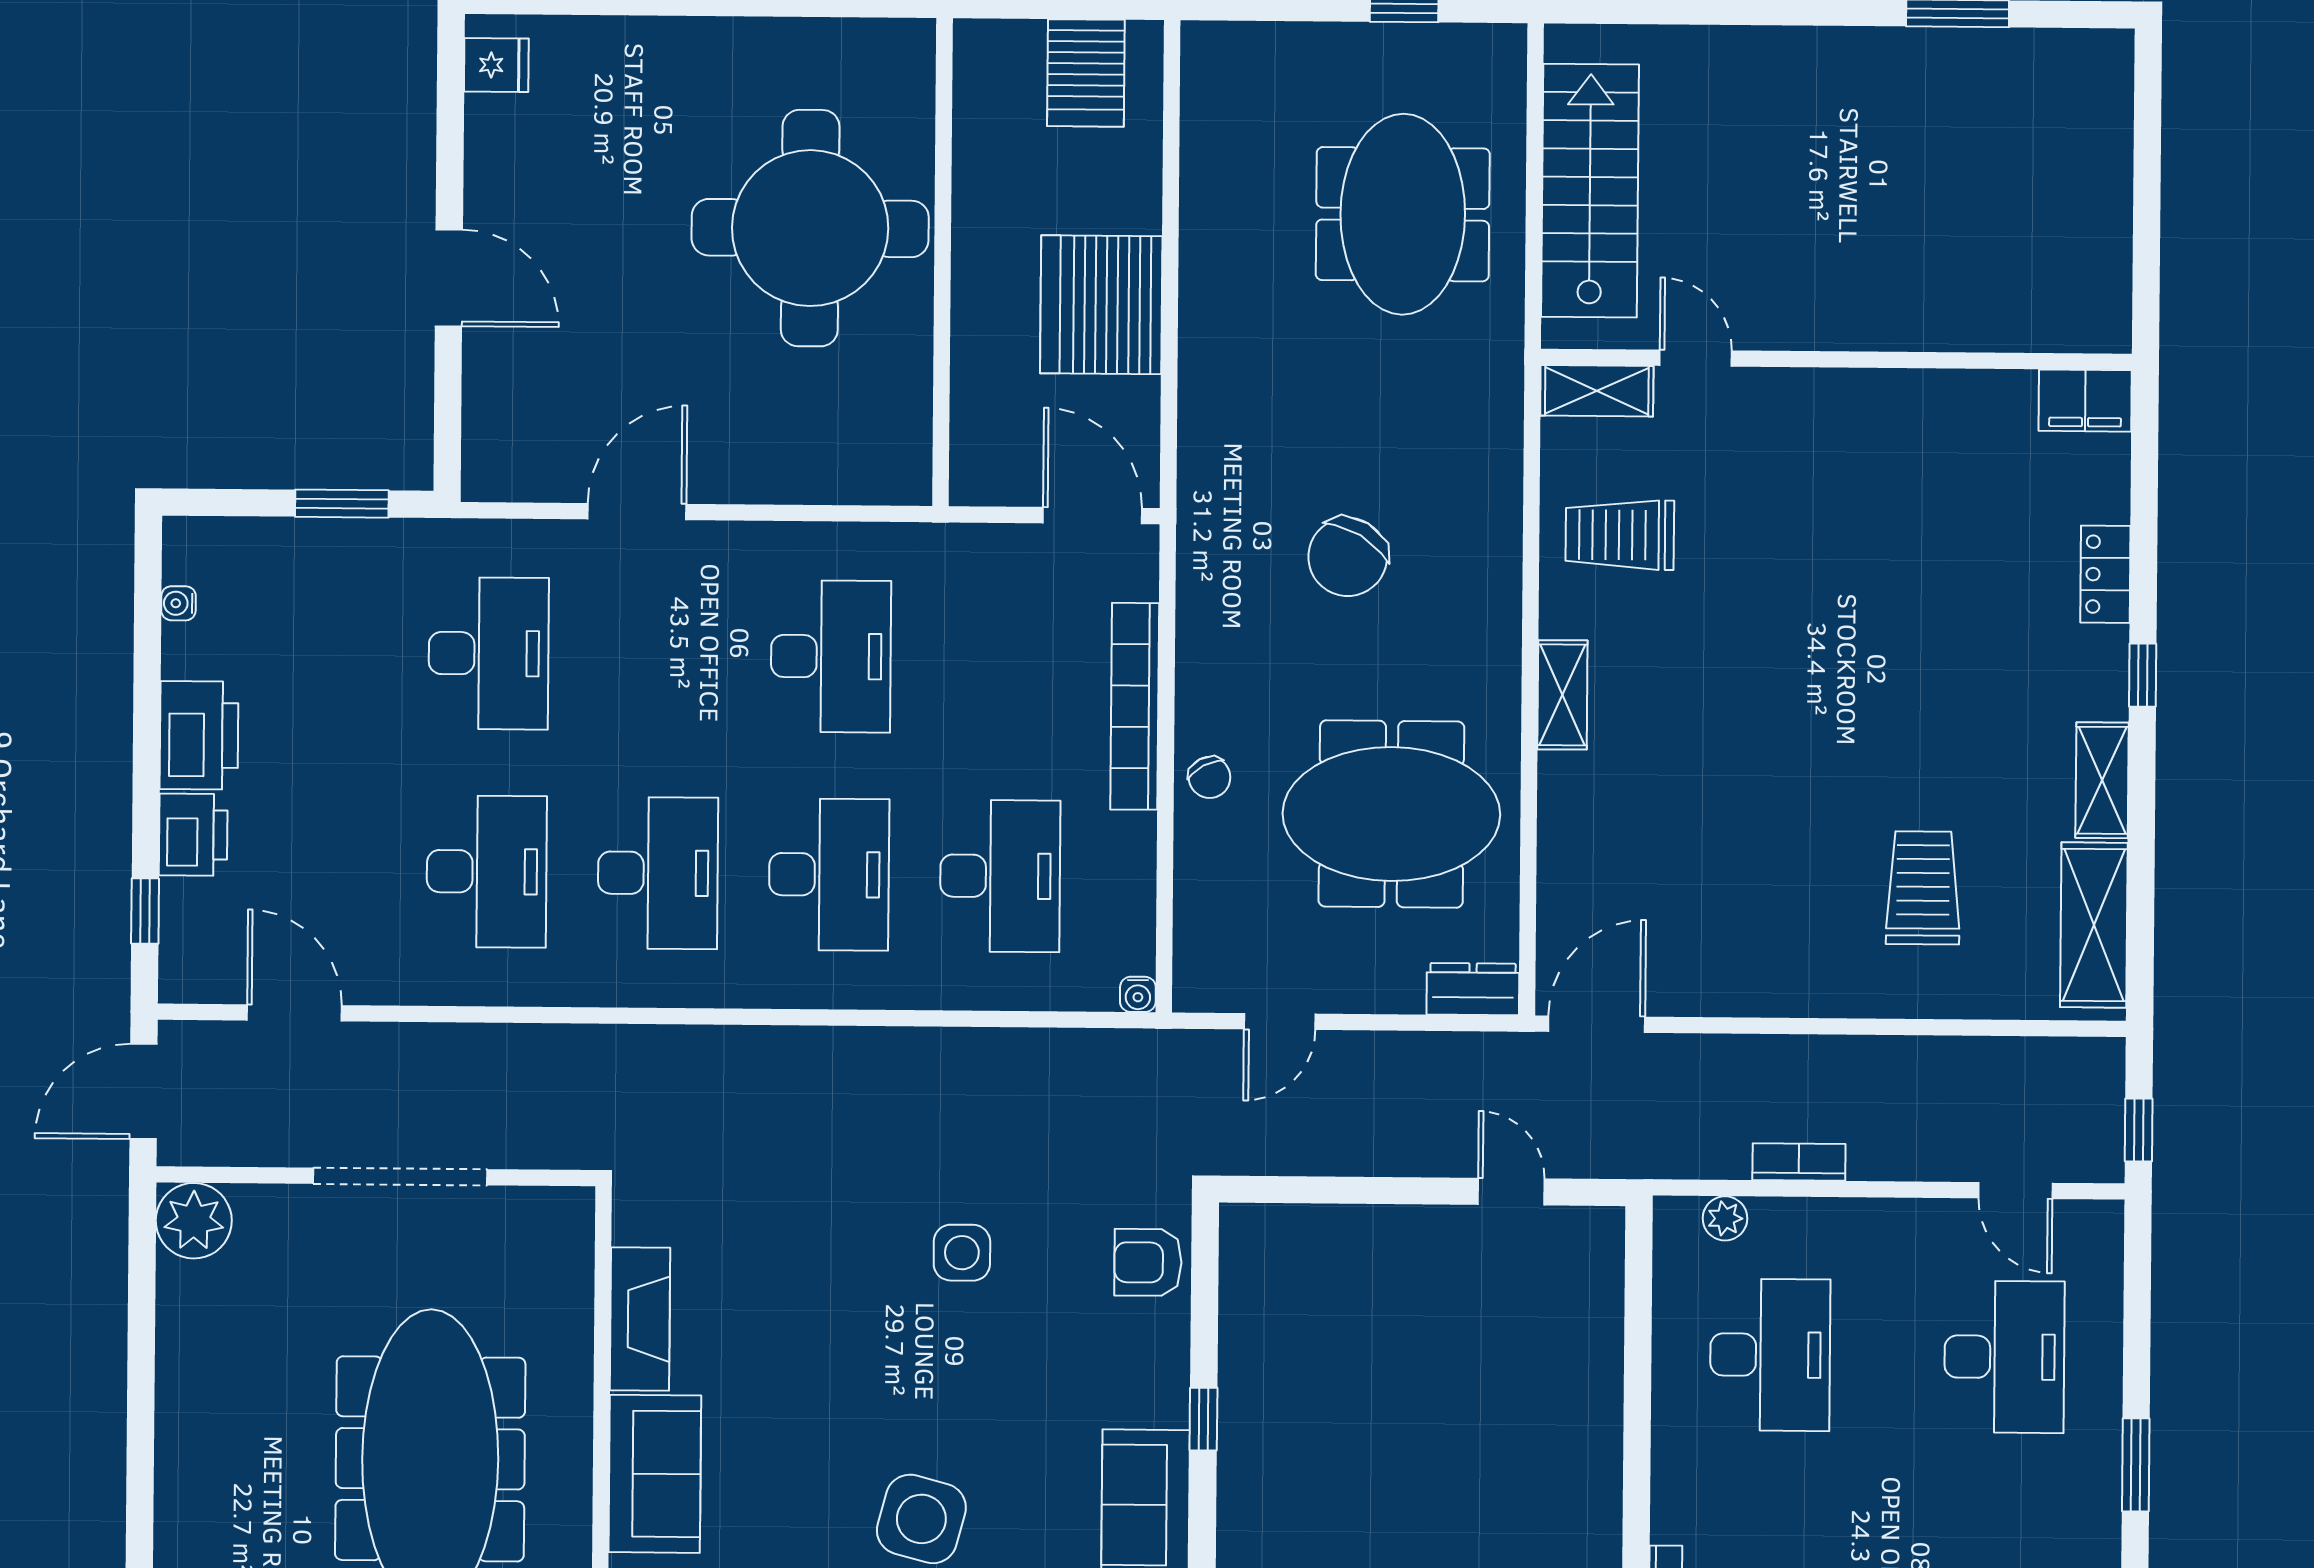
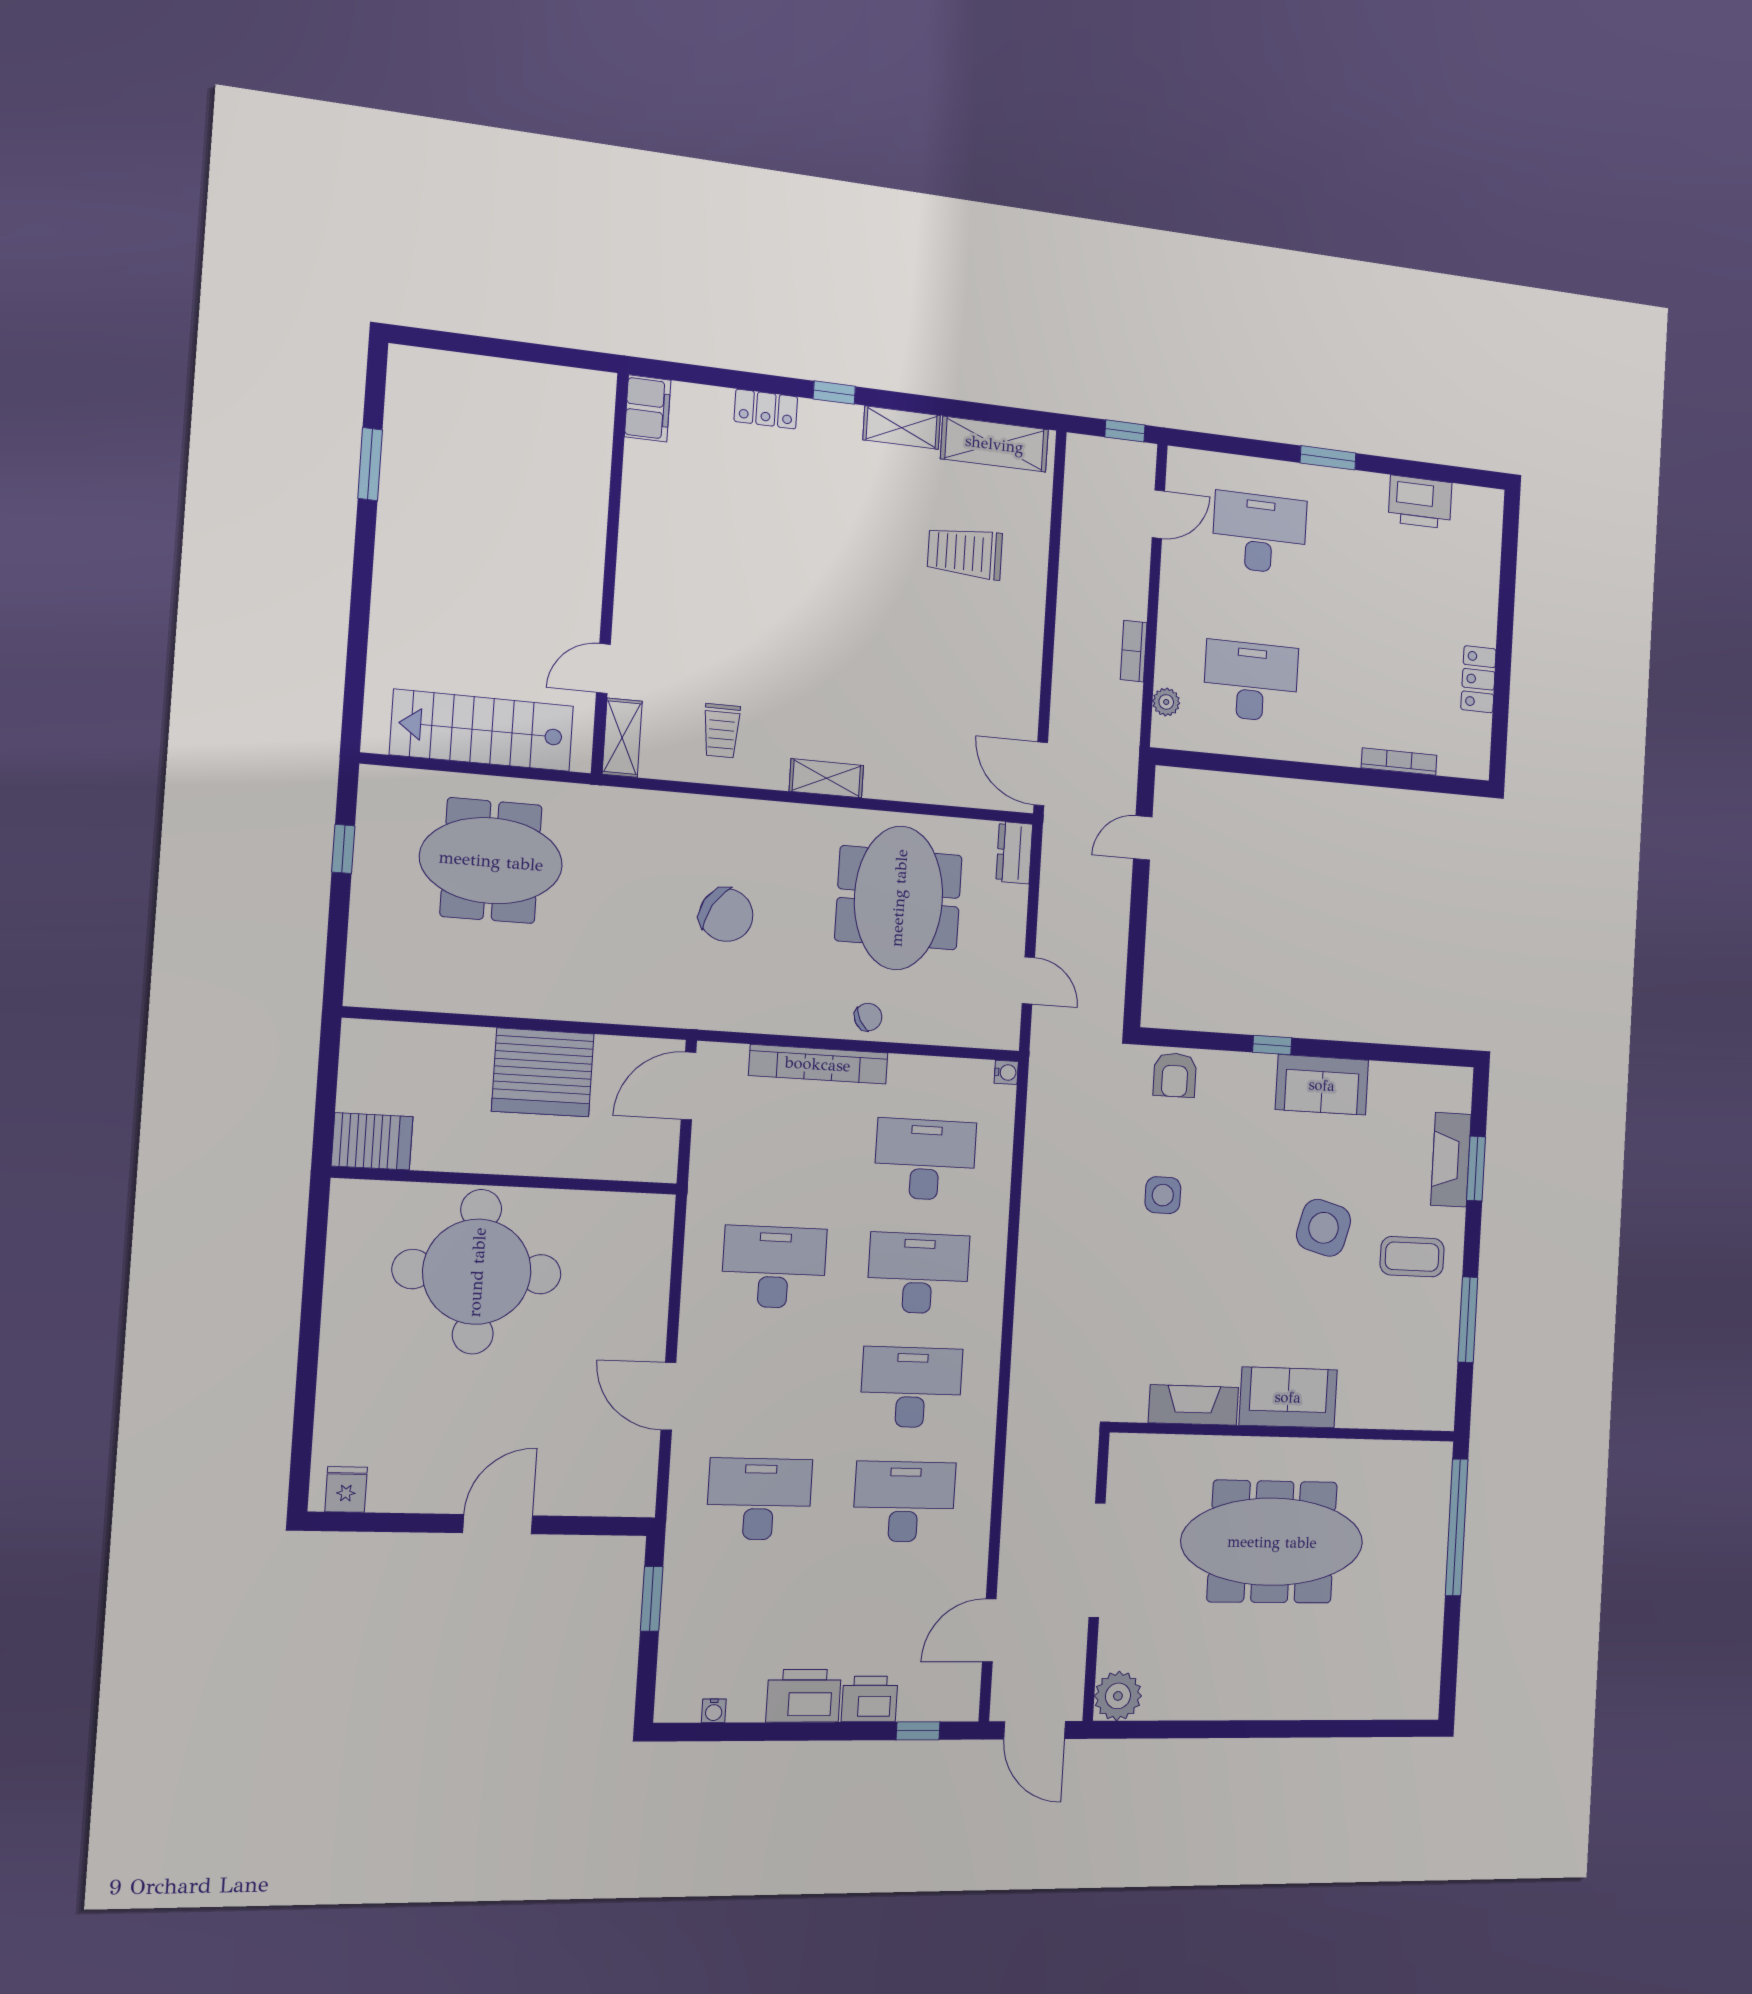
server rack: (1086, 73) -> (372, 1141), moved
trolley: (1620, 535) -> (722, 731), width x0.73, depth x0.72

